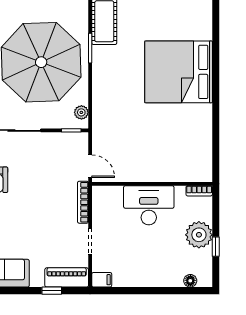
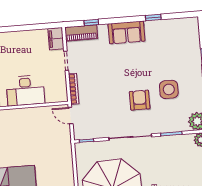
plant: (81, 112) -> (80, 154), removed
filing cabinet: (102, 280) -> (56, 39), width x2.00

